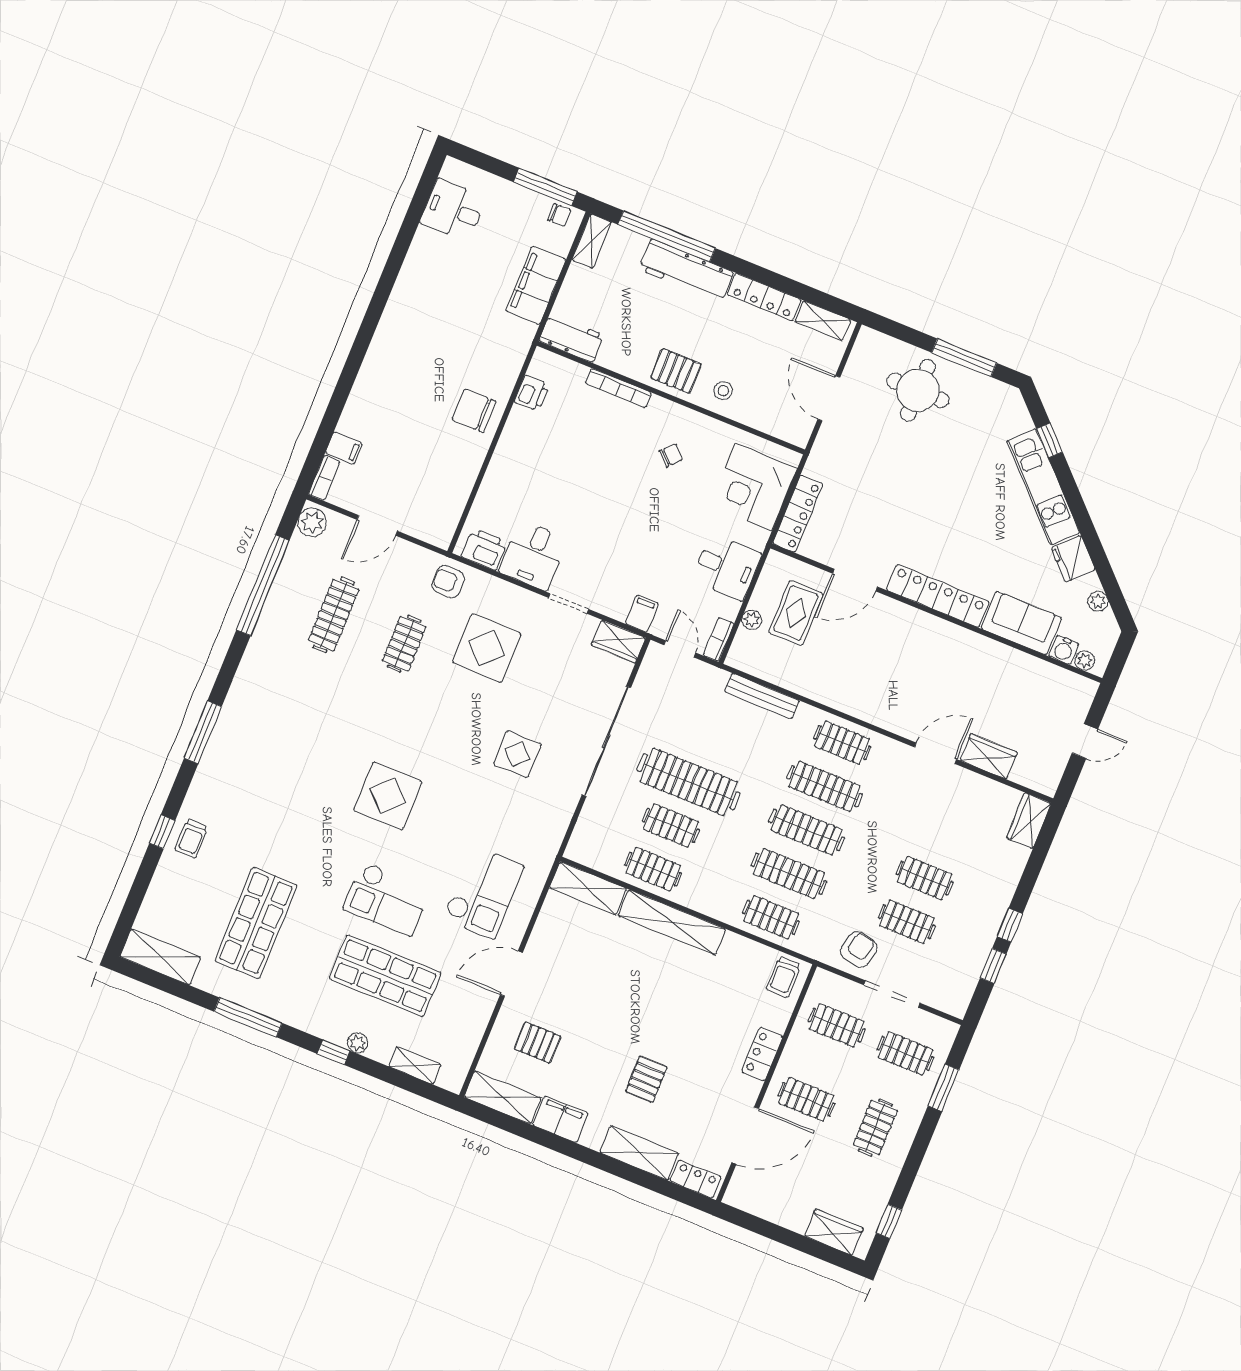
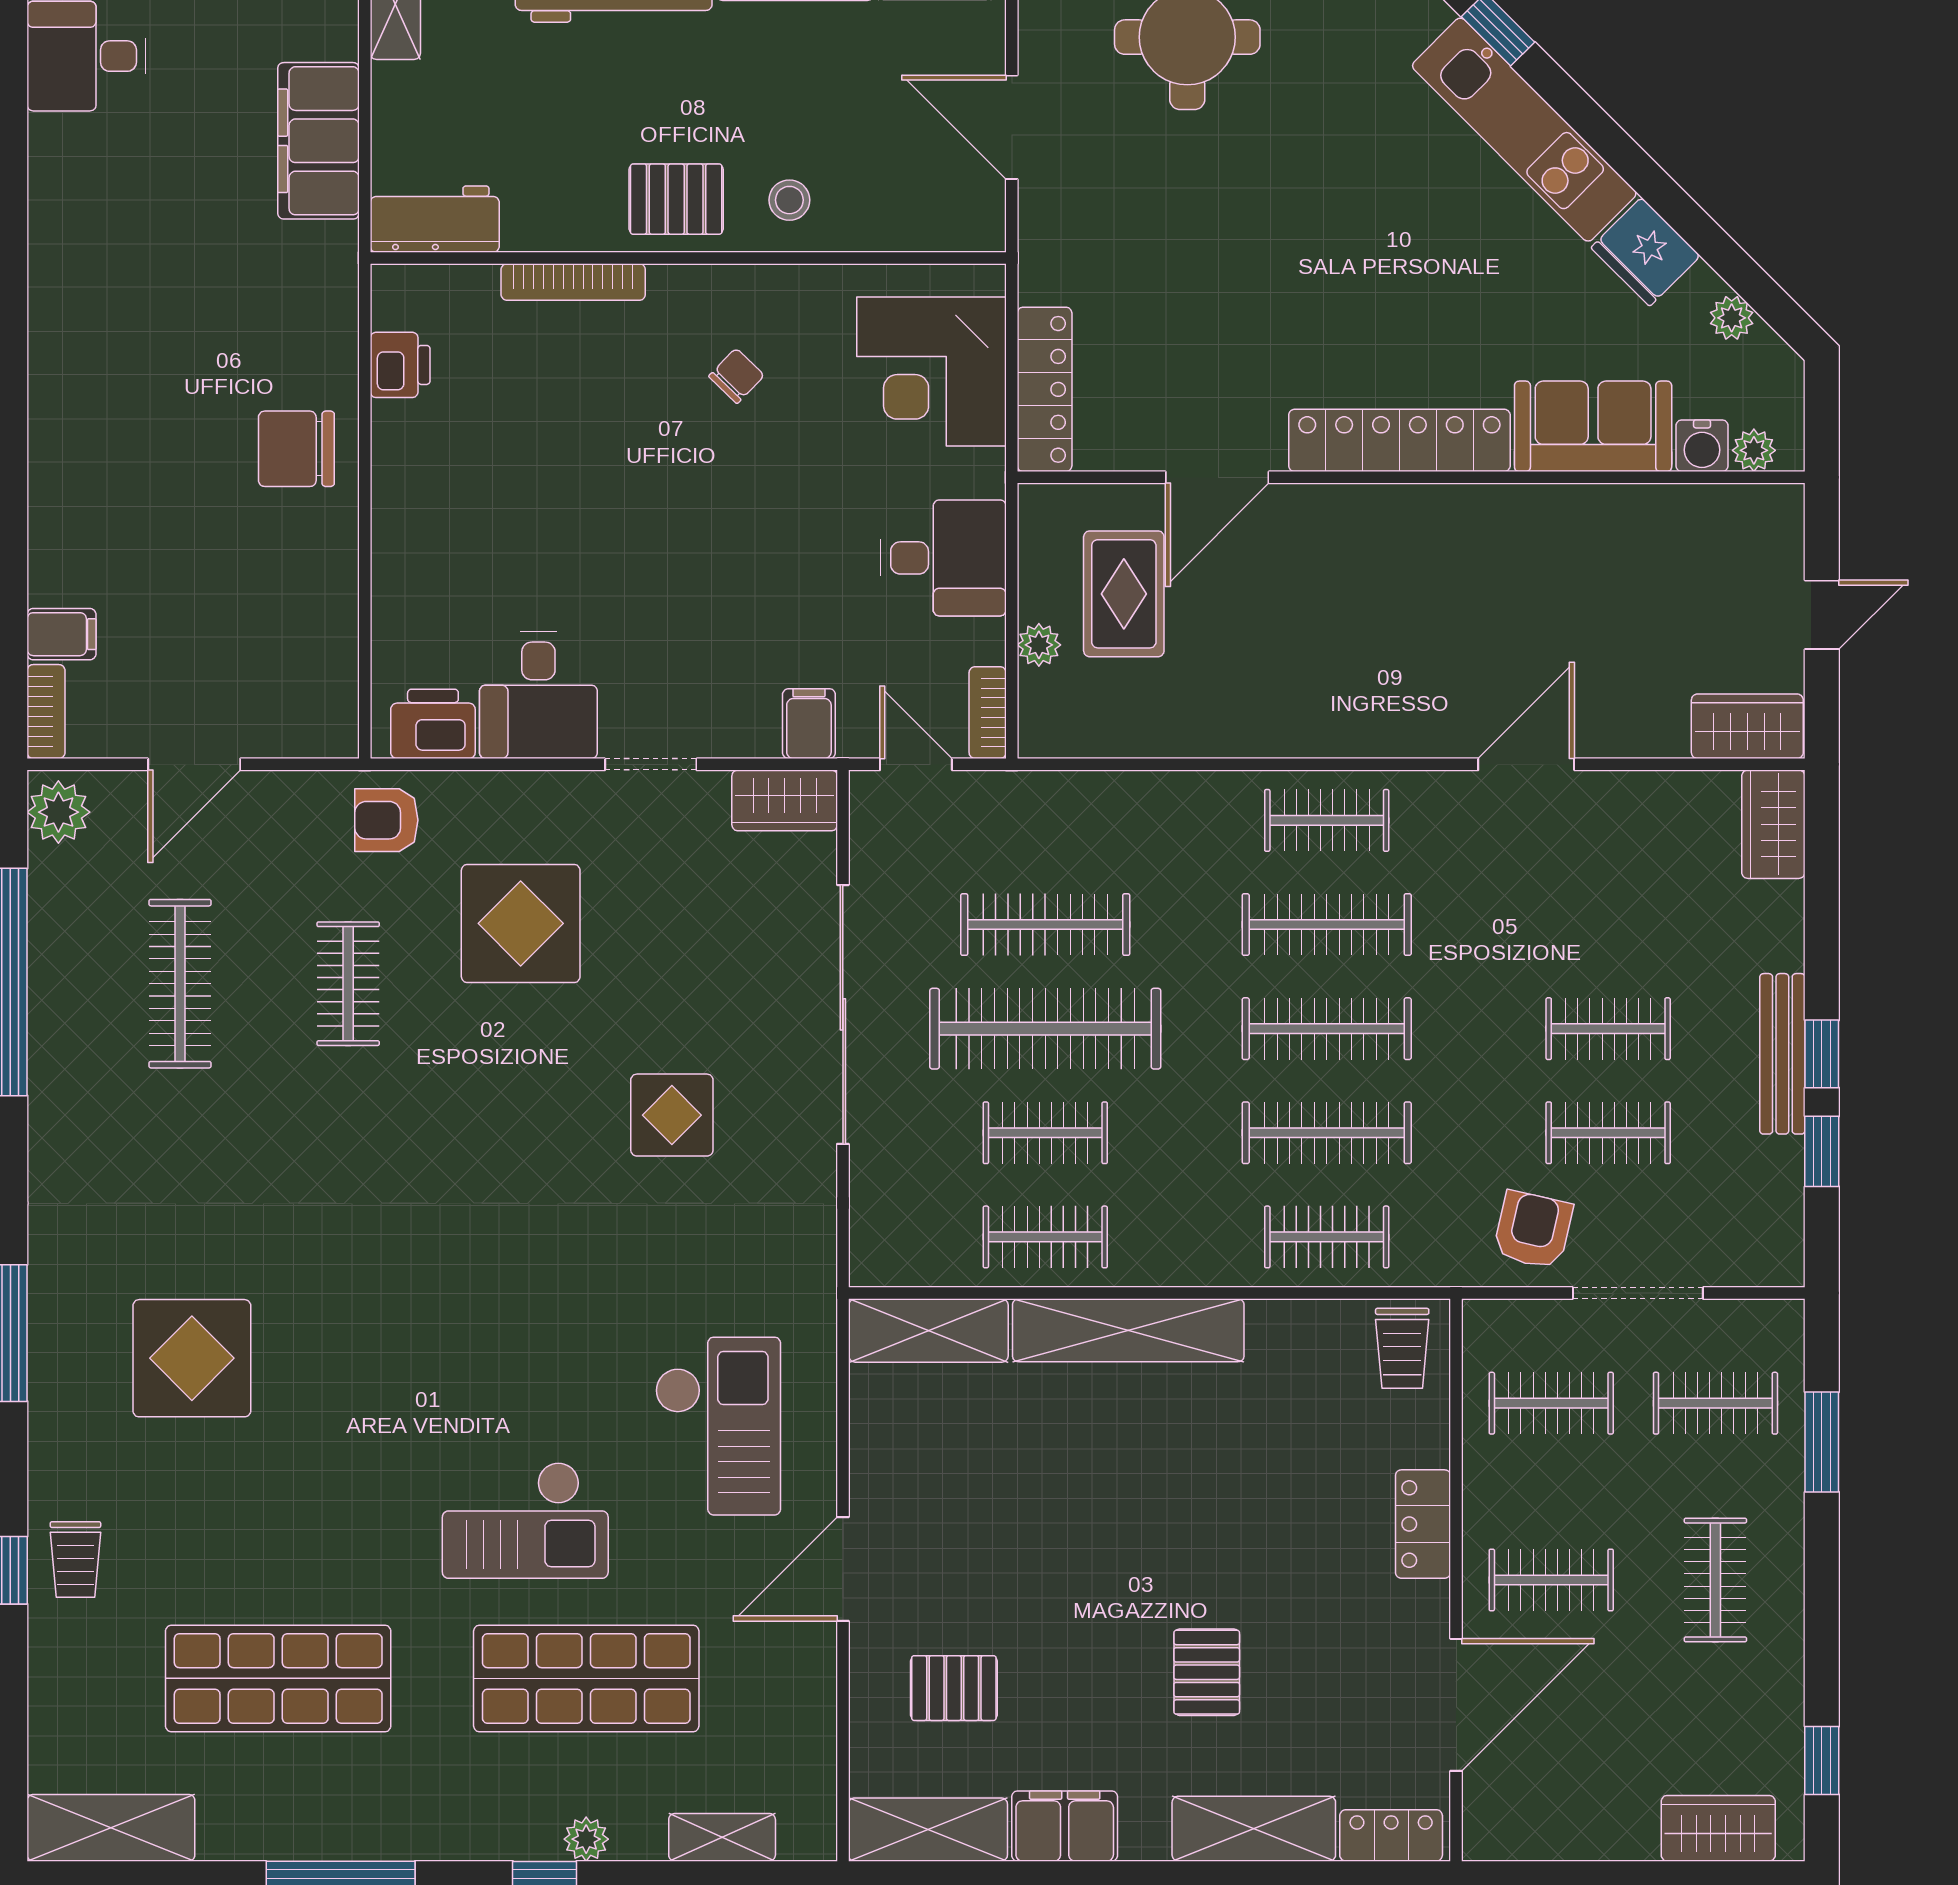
bench: (762, 696) -> (1782, 1054), moved, turned 90
clothes rail: (707, 738) -> (1045, 925), added
wardrobe: (989, 756) -> (1747, 726), moved
display table: (388, 796) -> (192, 1358), moved
shop shelf: (256, 923) -> (278, 1678), turned 90

